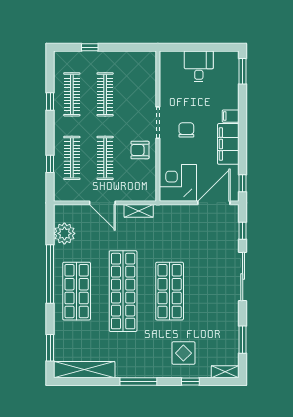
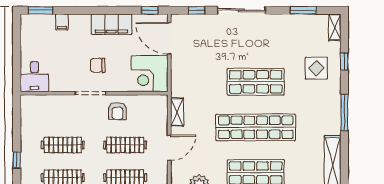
desk: (199, 66) -> (34, 77), moved, turned -90
filing cabinet: (231, 116) -> (62, 22), moved

